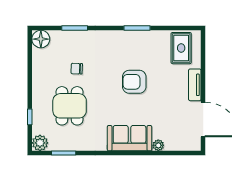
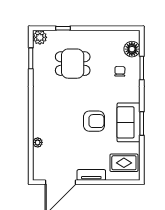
floor lamp: (41, 39) -> (132, 49), moved
chair: (77, 69) -> (120, 71), moved
armchair: (134, 82) -> (94, 121), turned 90
sofa: (130, 138) -> (129, 122), moved, turned 180

